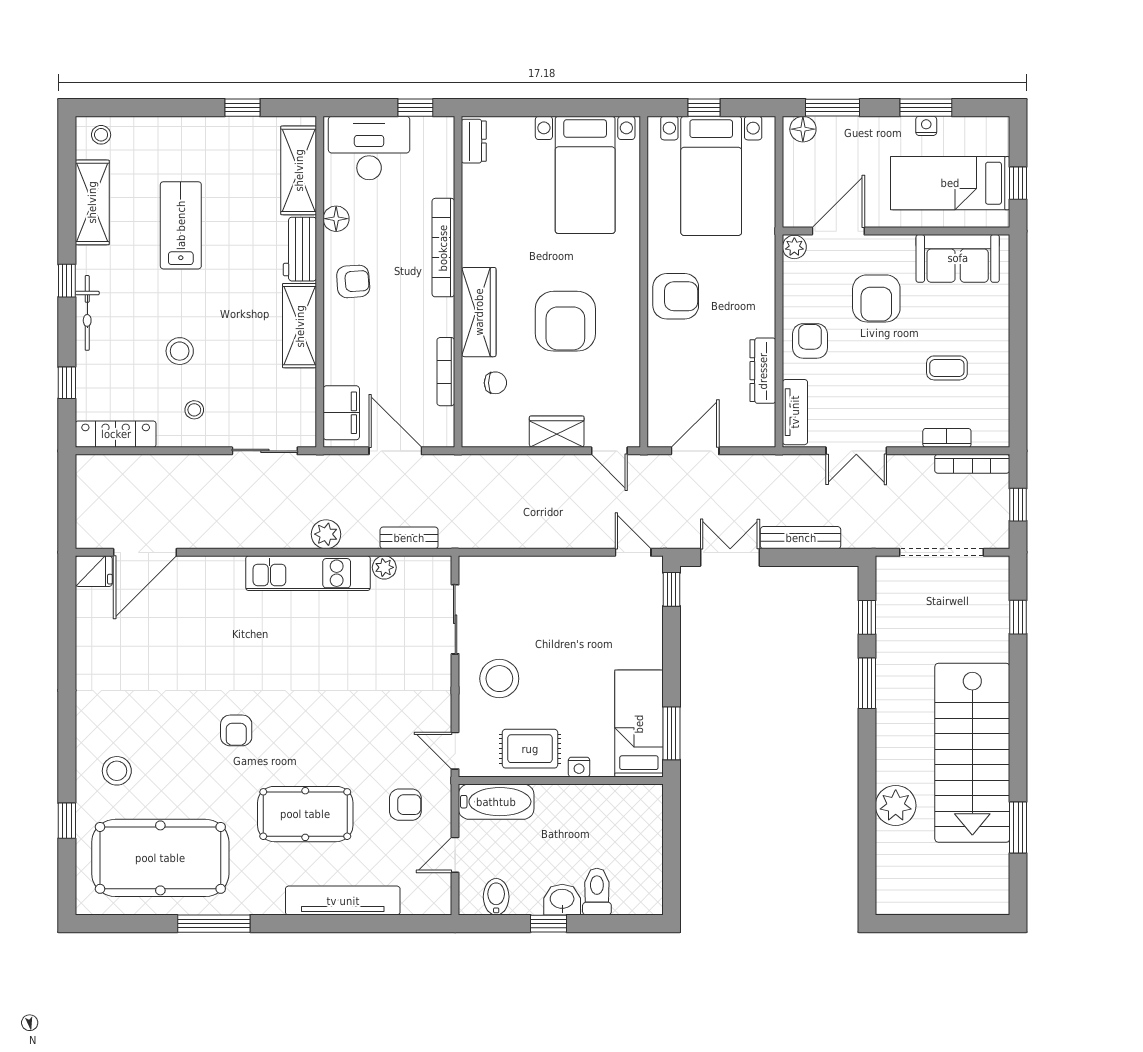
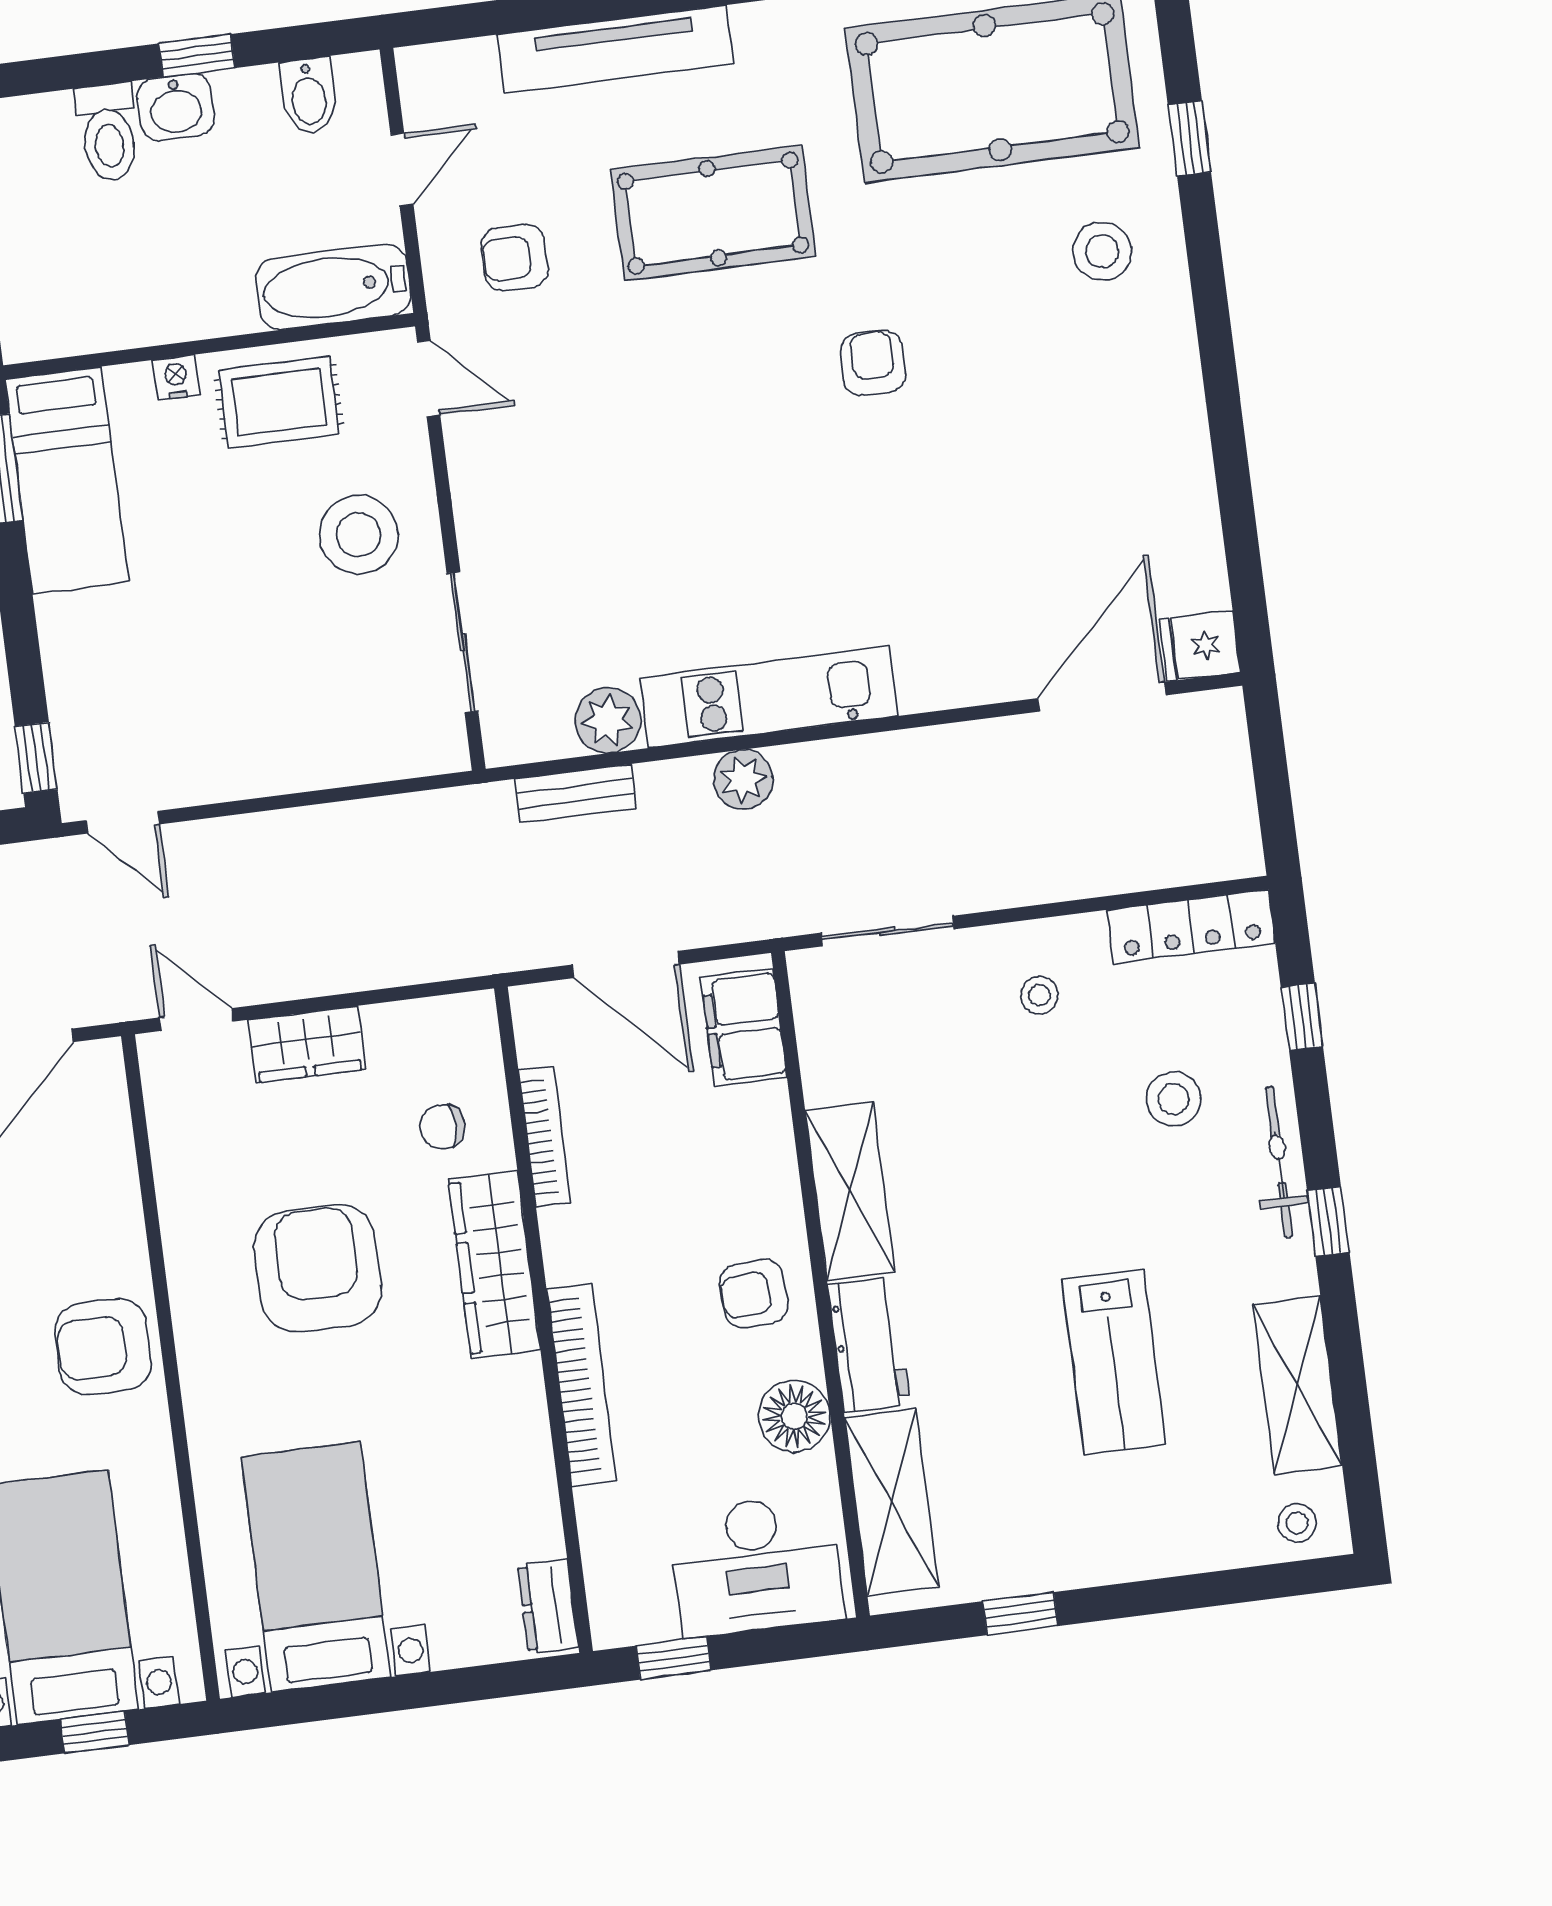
floor lamp: (336, 219) -> (794, 1416), width x1.38, depth x1.38
stool: (180, 351) -> (1174, 1099), moved
plant: (384, 567) -> (608, 720), width x1.38, depth x1.38

